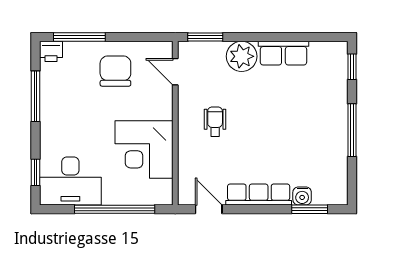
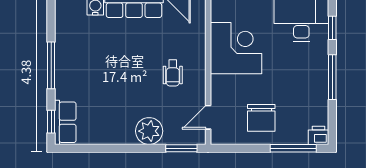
row of seats: (283, 53) -> (65, 122), moved, turned 90
door: (175, 72) -> (208, 117), swing flipped
window: (36, 96) -> (332, 77), moved

